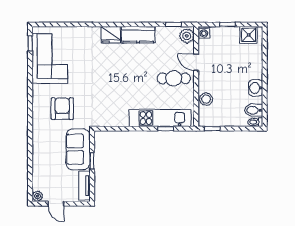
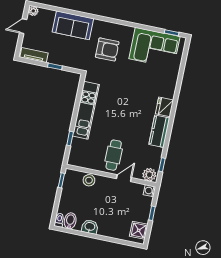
kitchen unit: (160, 118) -> (86, 110), moved
sofa: (78, 149) -> (73, 25), moved, turned 180

